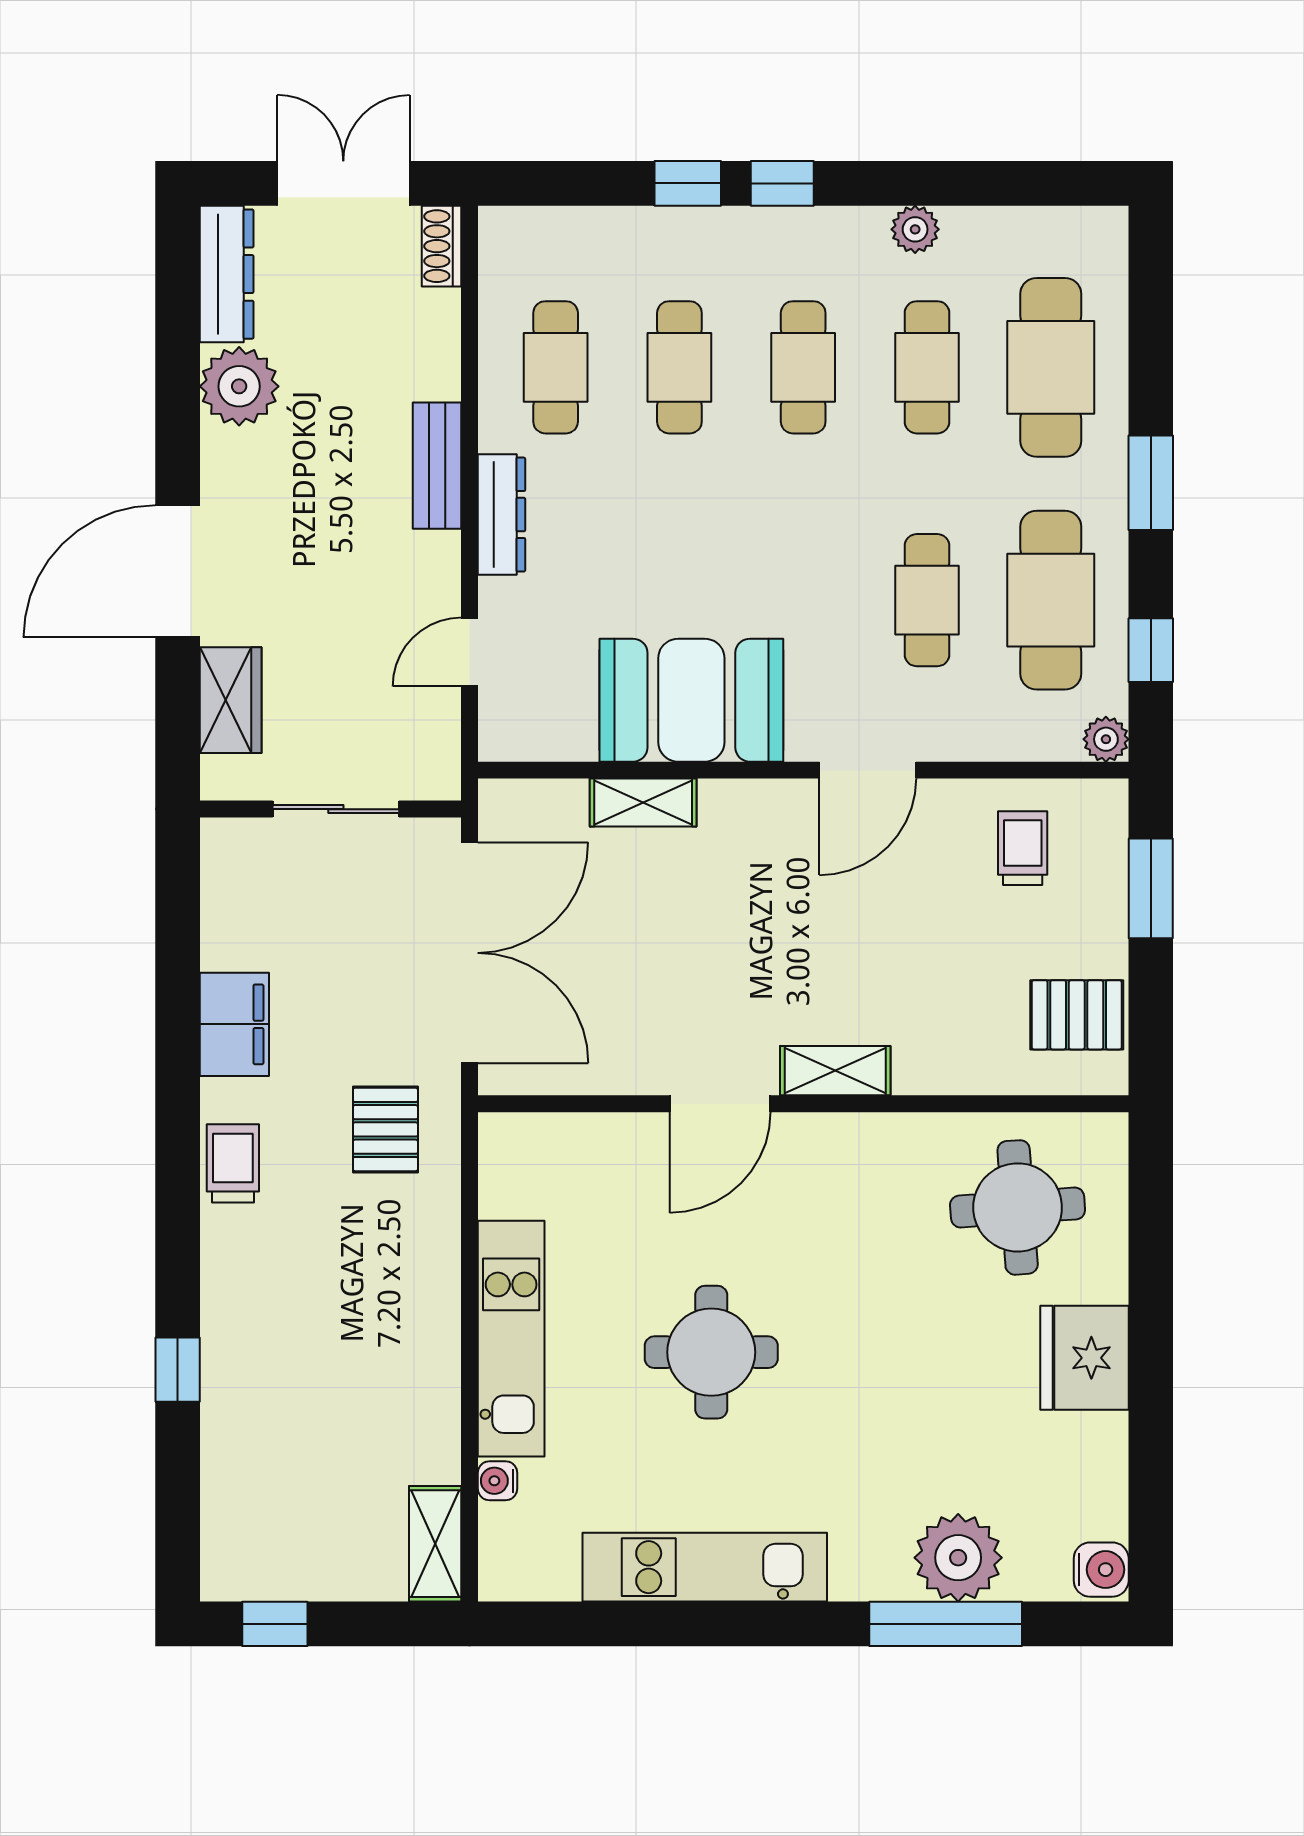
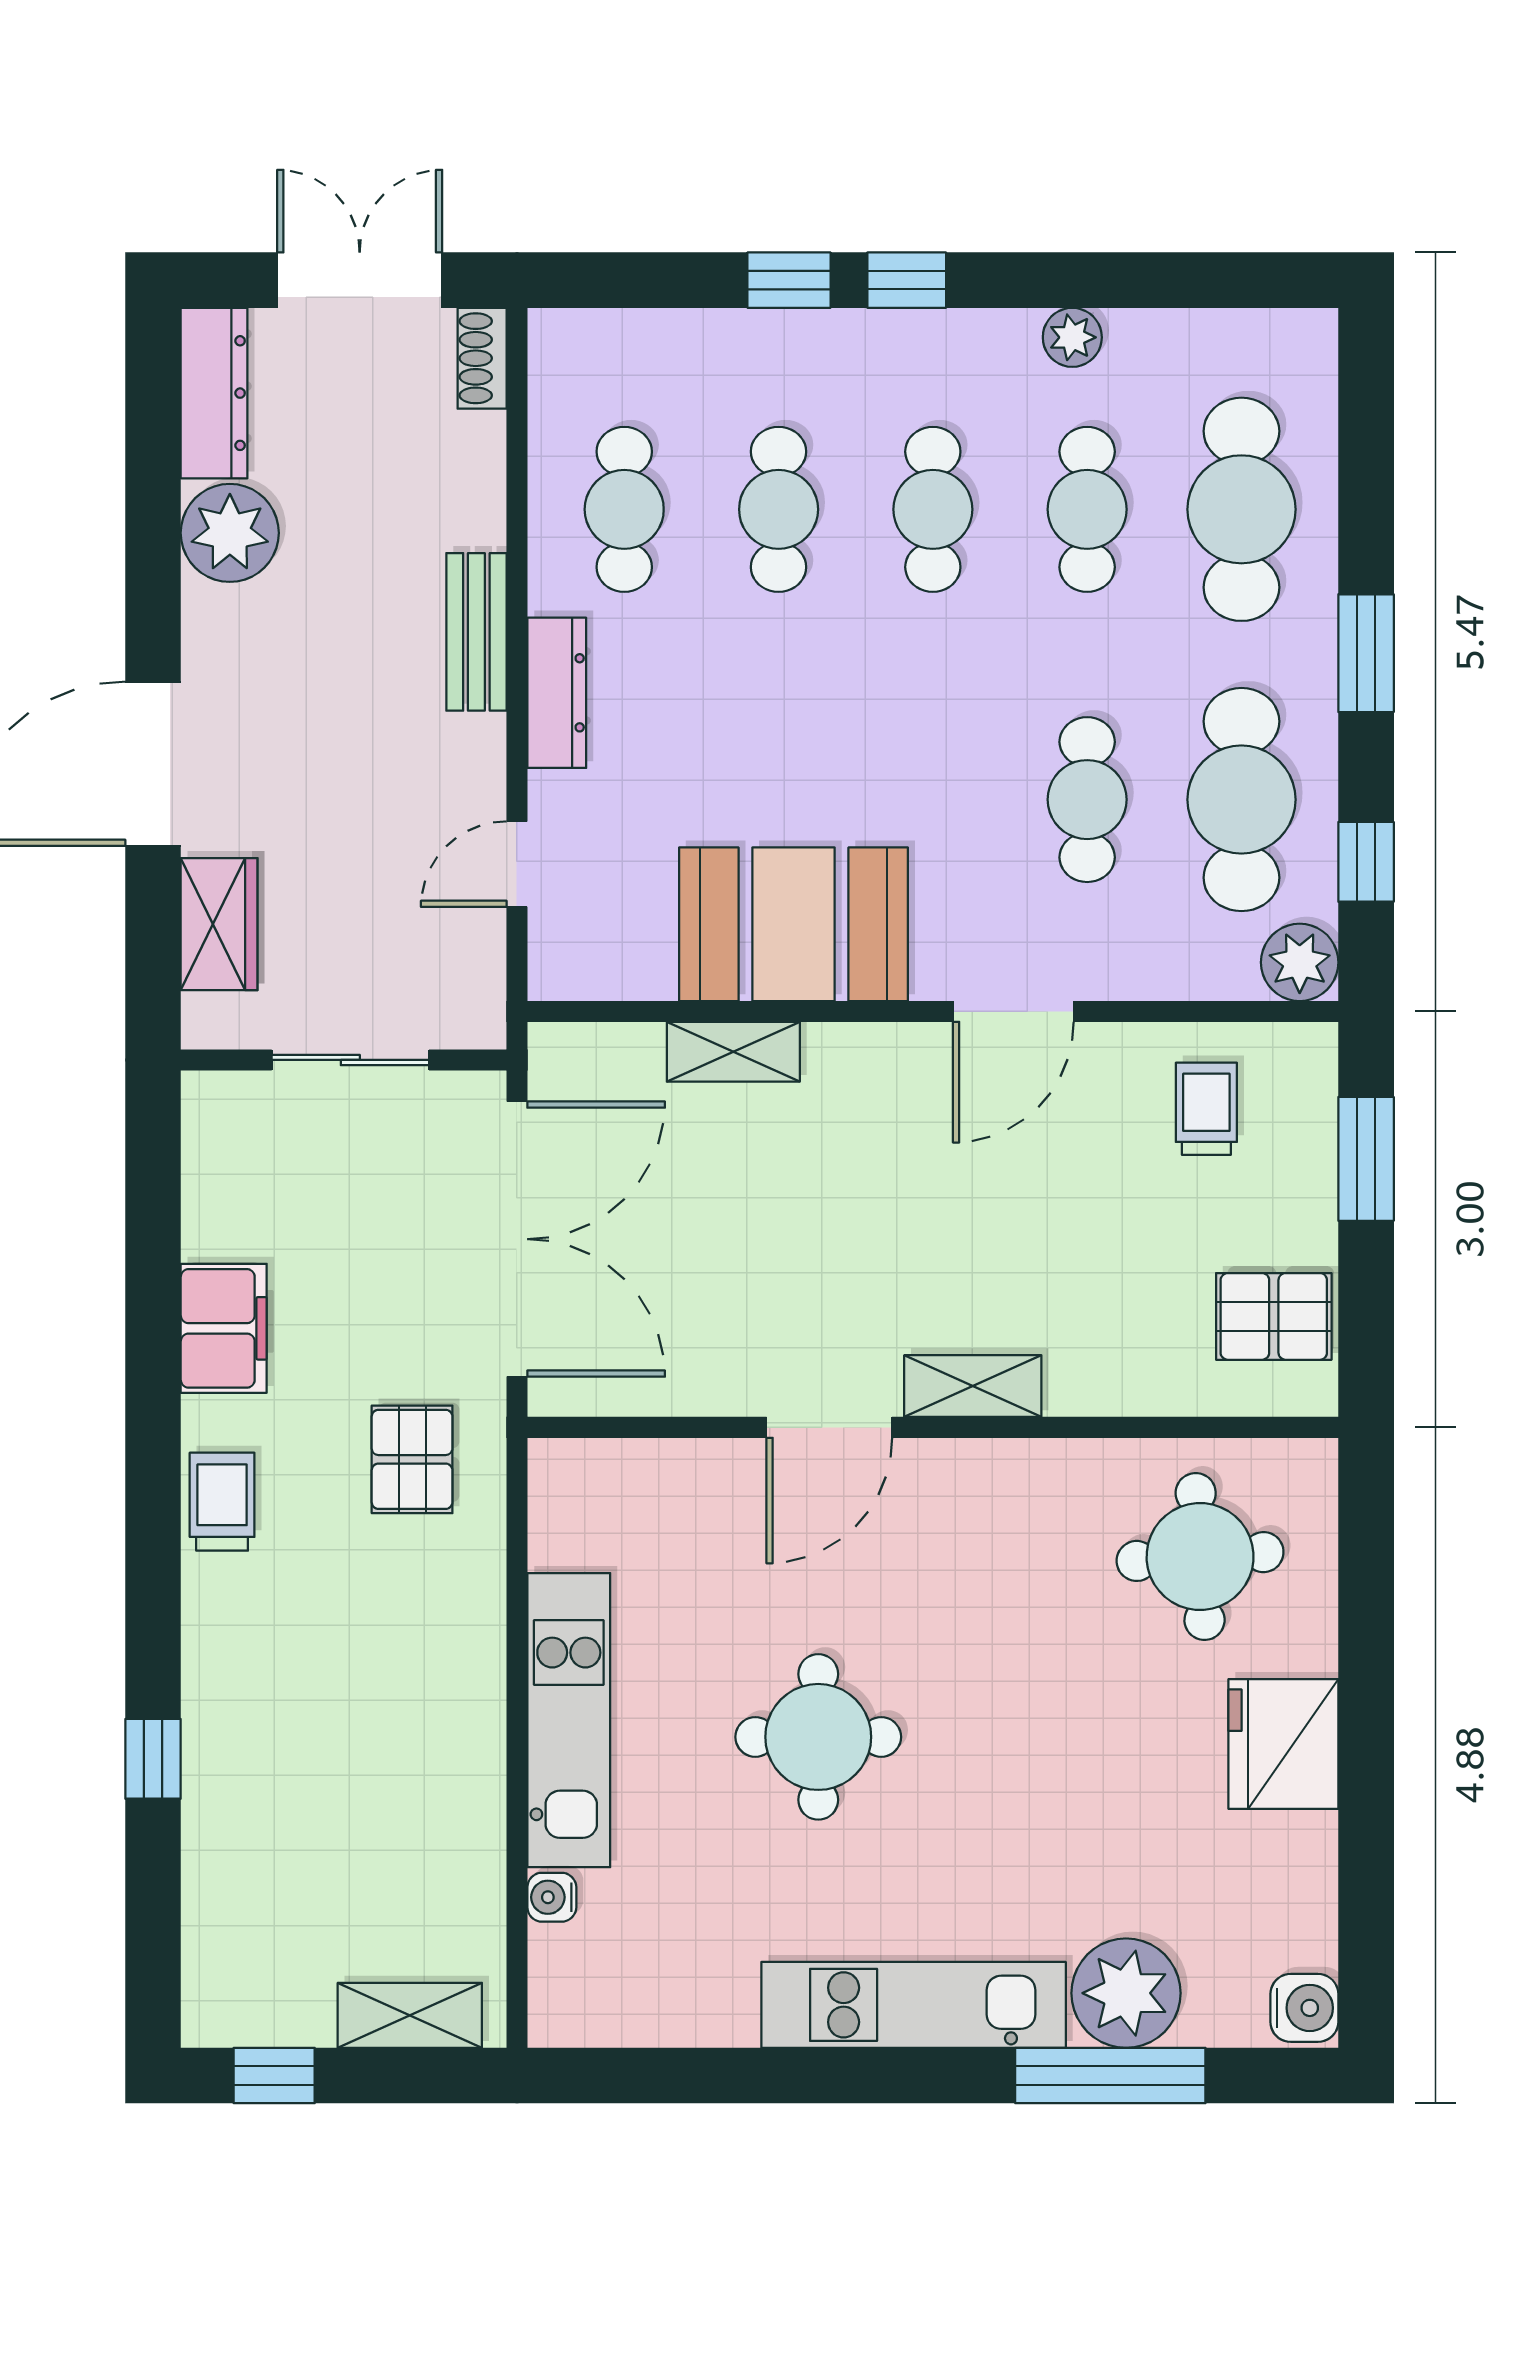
plant: (1106, 739) -> (1300, 962), width x1.38, depth x1.38
shelving: (435, 1544) -> (410, 2015), moved, turned 90
kitchen unit: (705, 1567) -> (914, 2005), moved

